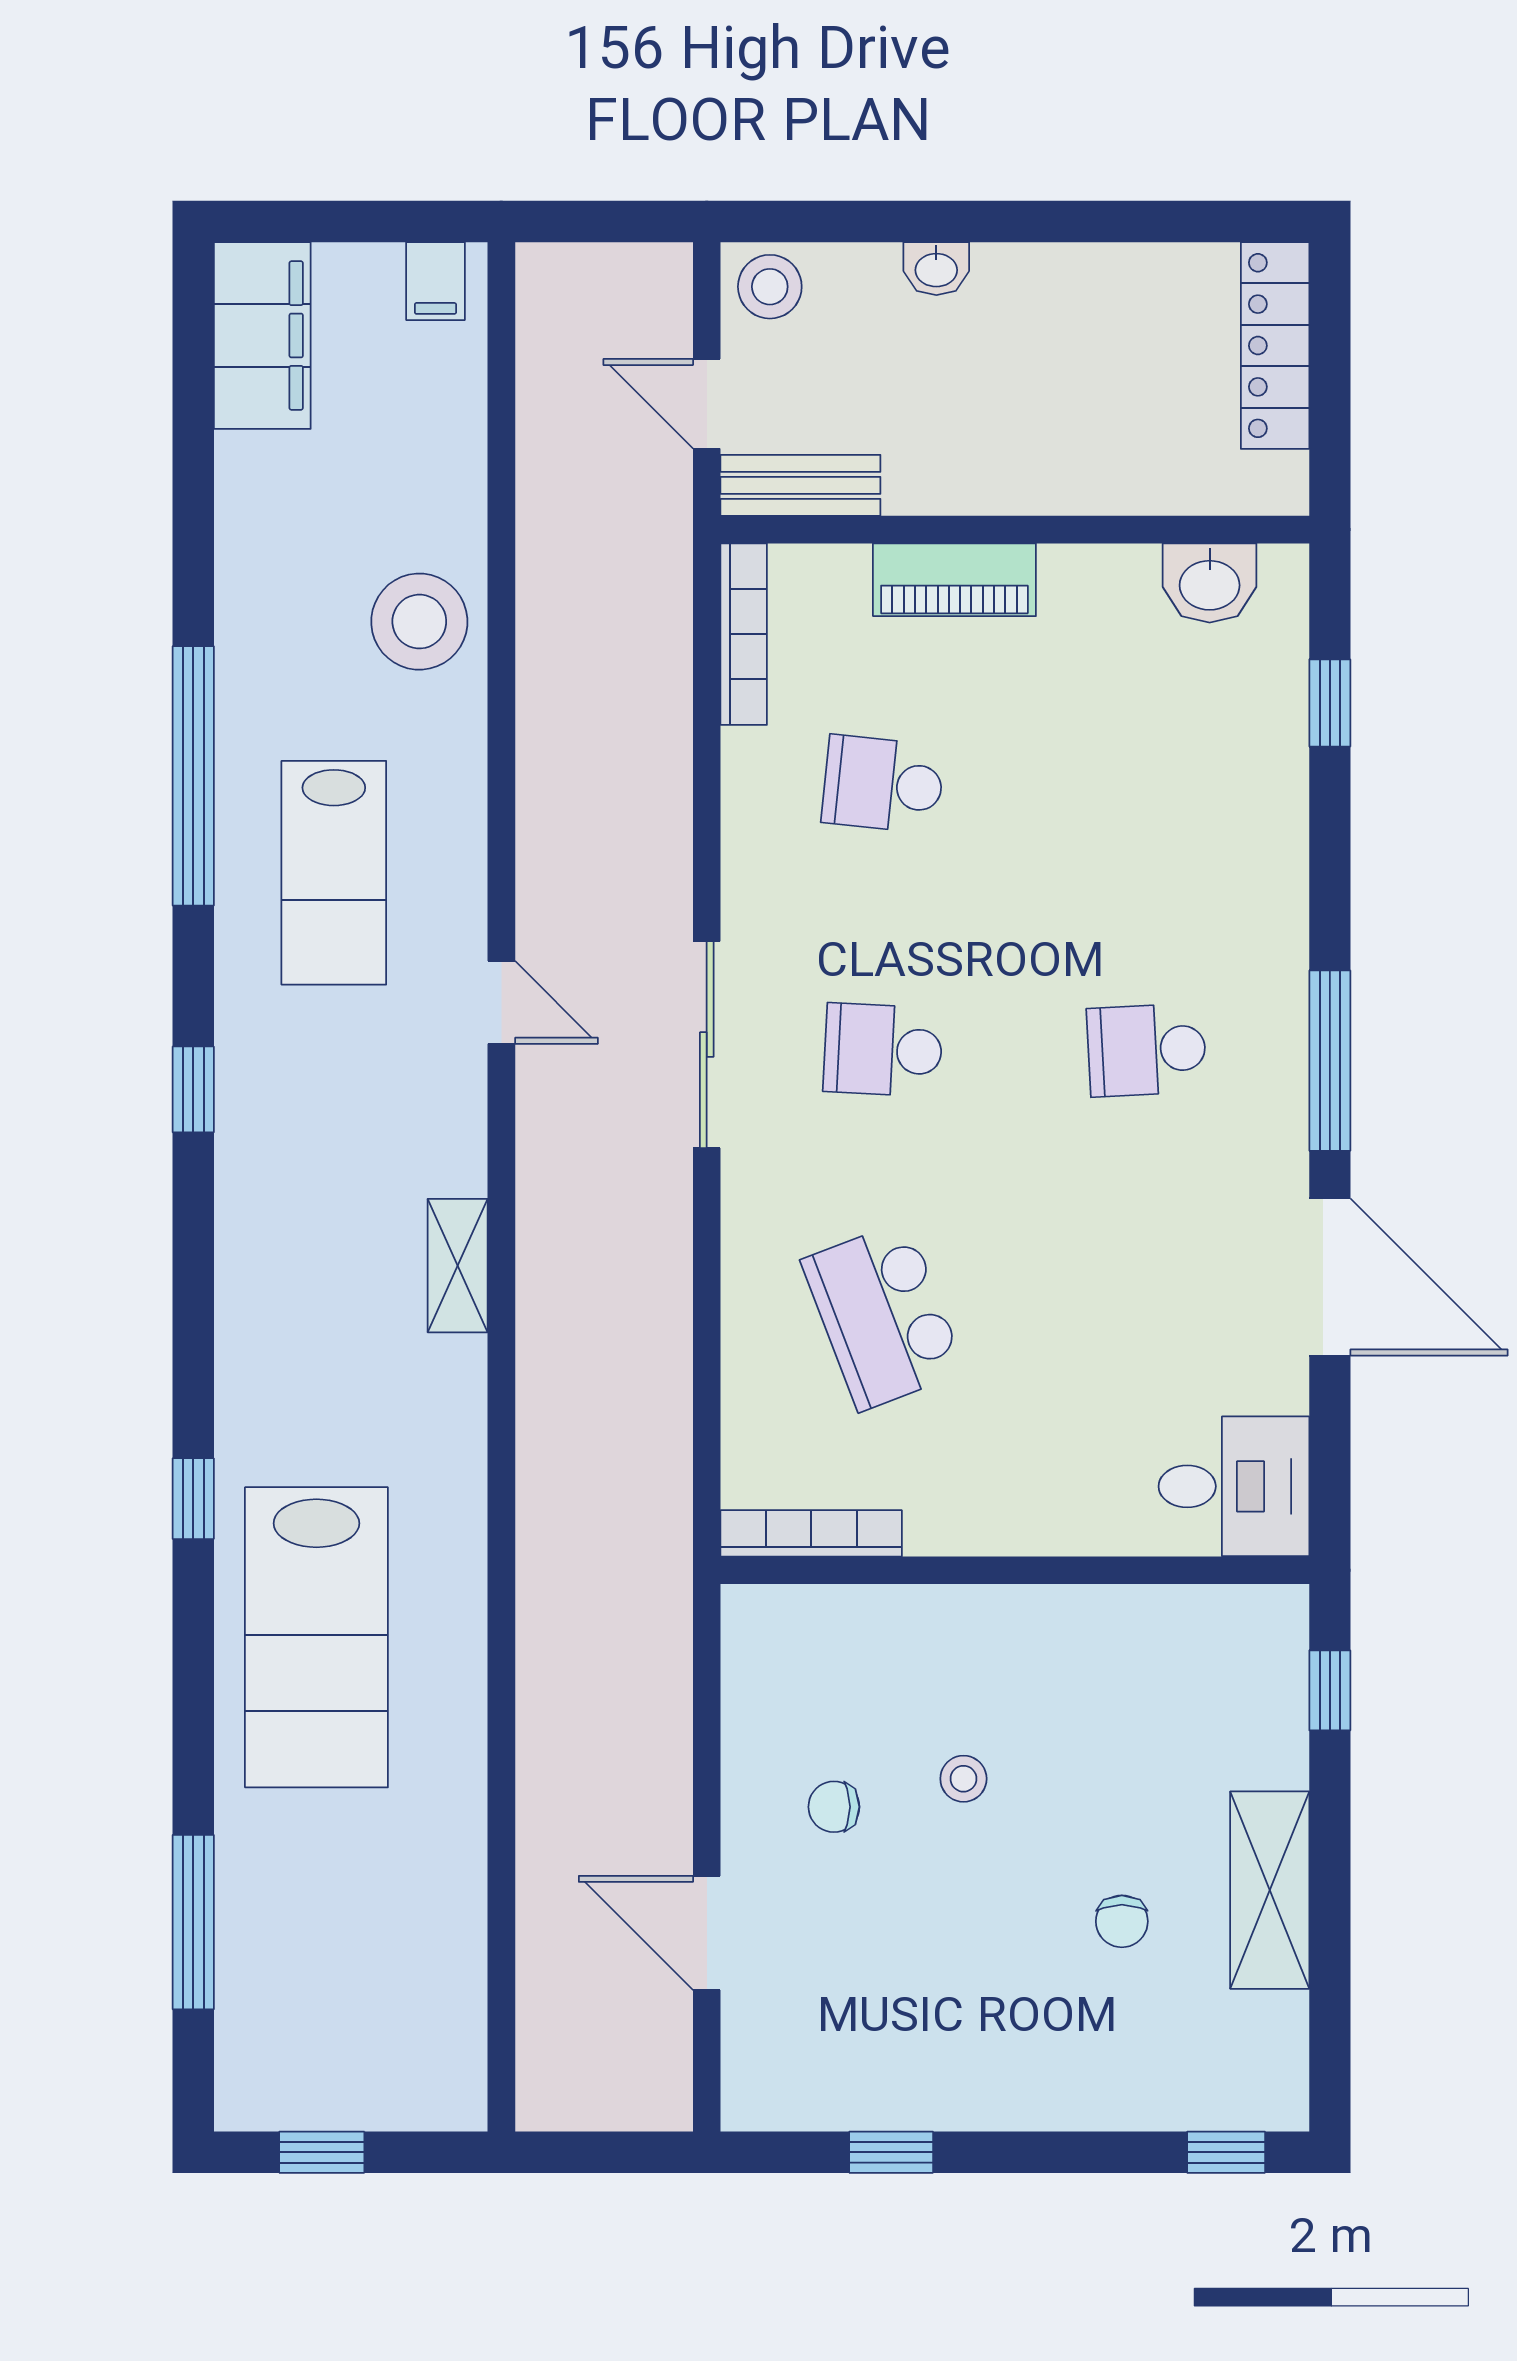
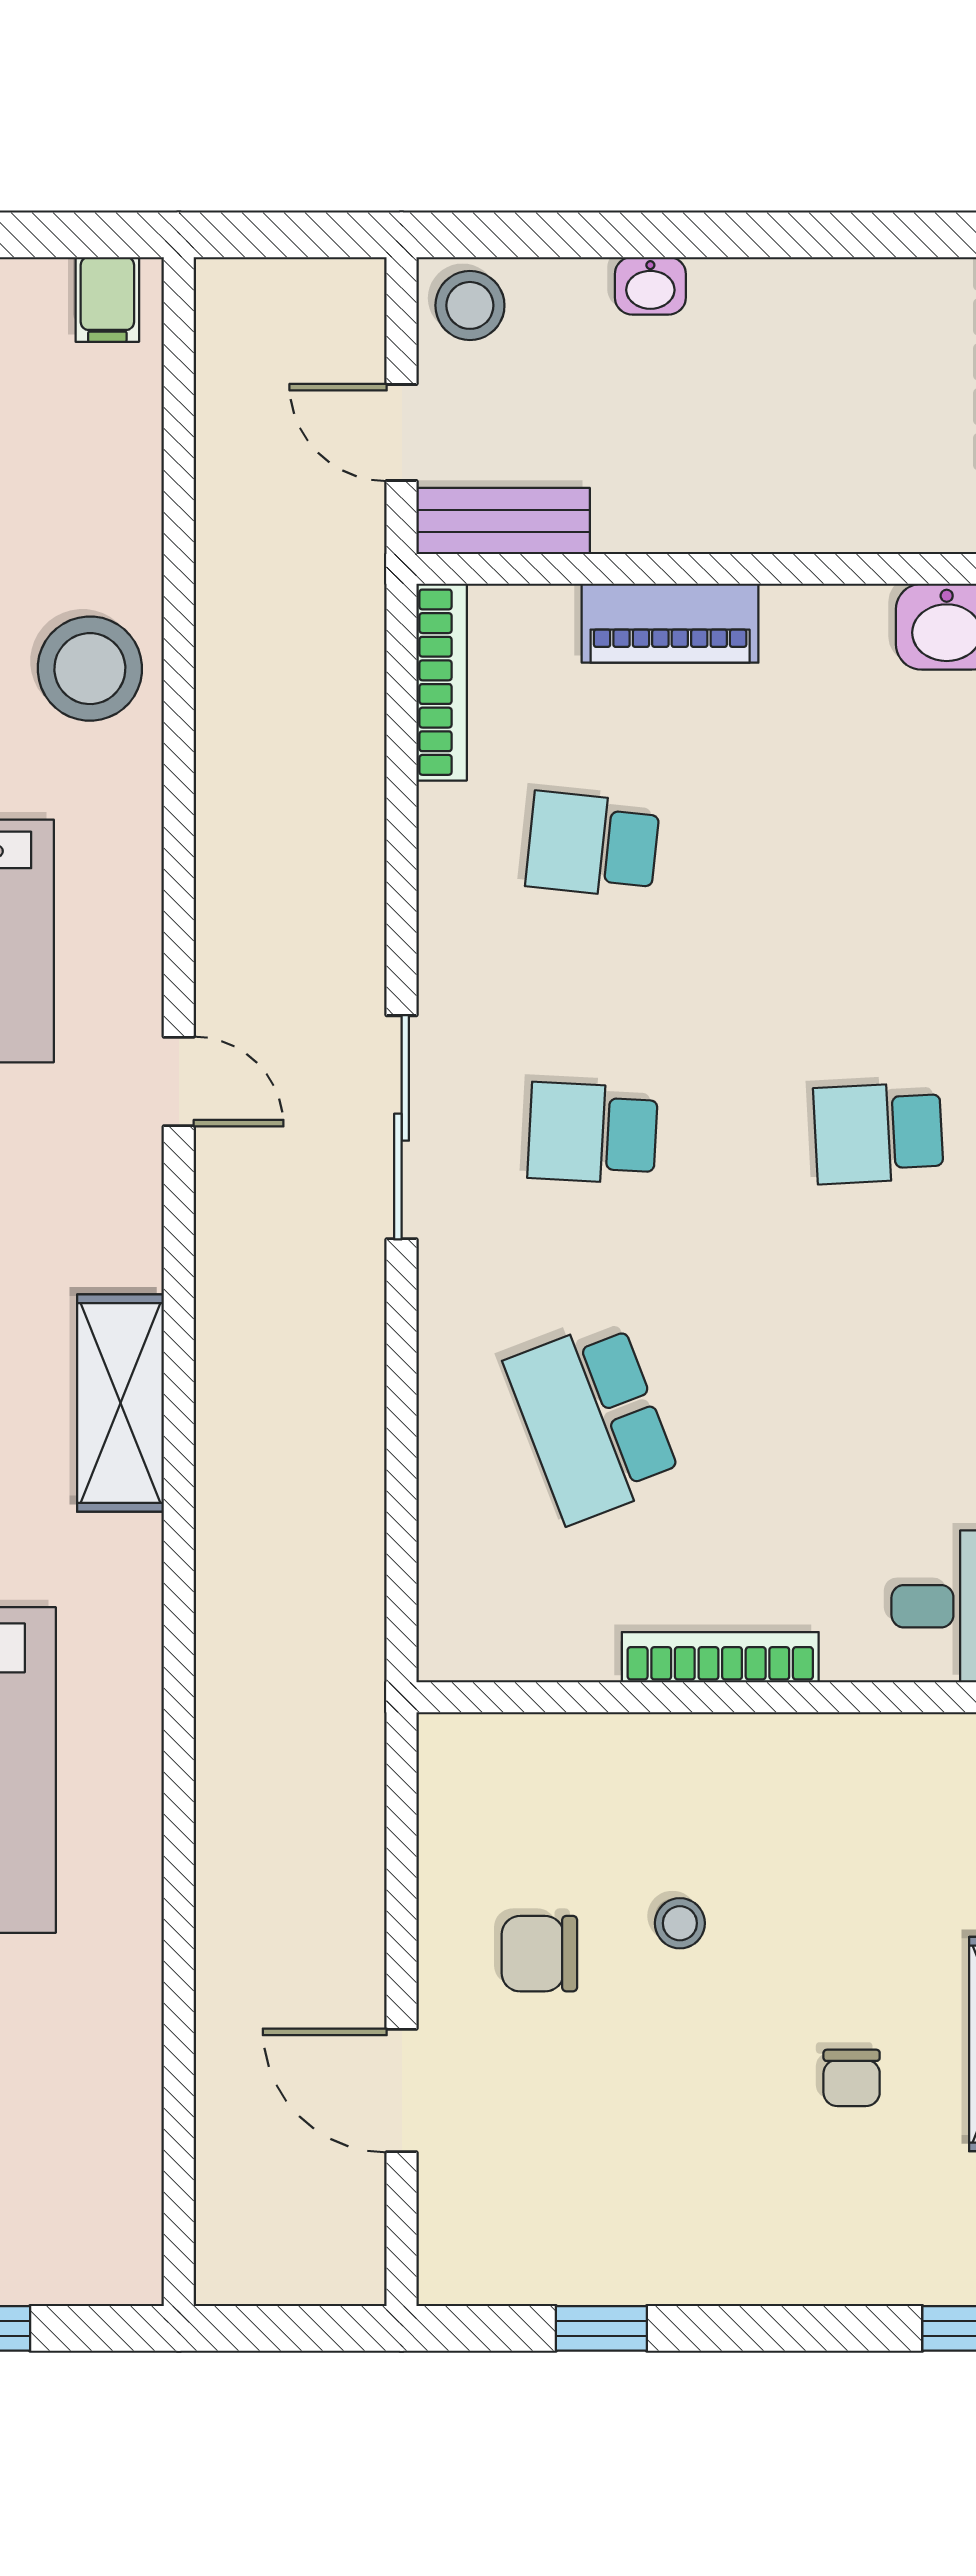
shelving: (458, 1266) -> (121, 1403), width x1.50, depth x1.33
bookcase: (811, 1533) -> (720, 1657), moved
chair: (834, 1807) -> (539, 1954), width x1.37, depth x1.37

